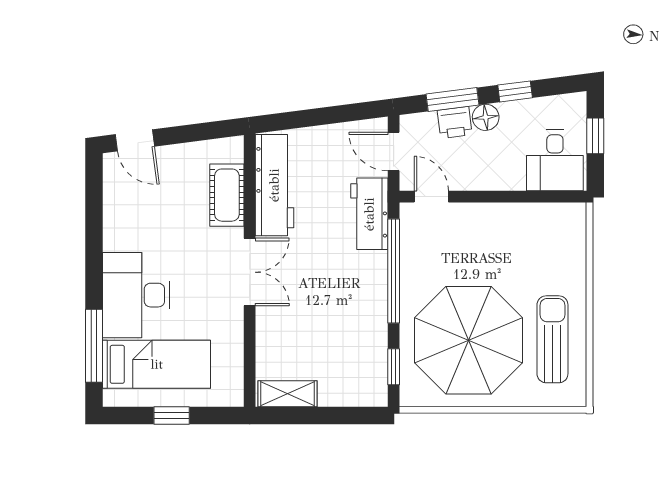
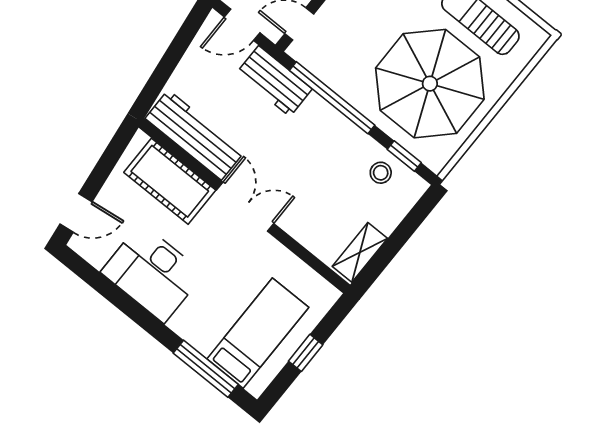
cot: (227, 195) -> (170, 181), width x1.37, depth x1.34
desk: (136, 295) -> (152, 273), moved
stool: (365, 359) -> (381, 173), added

